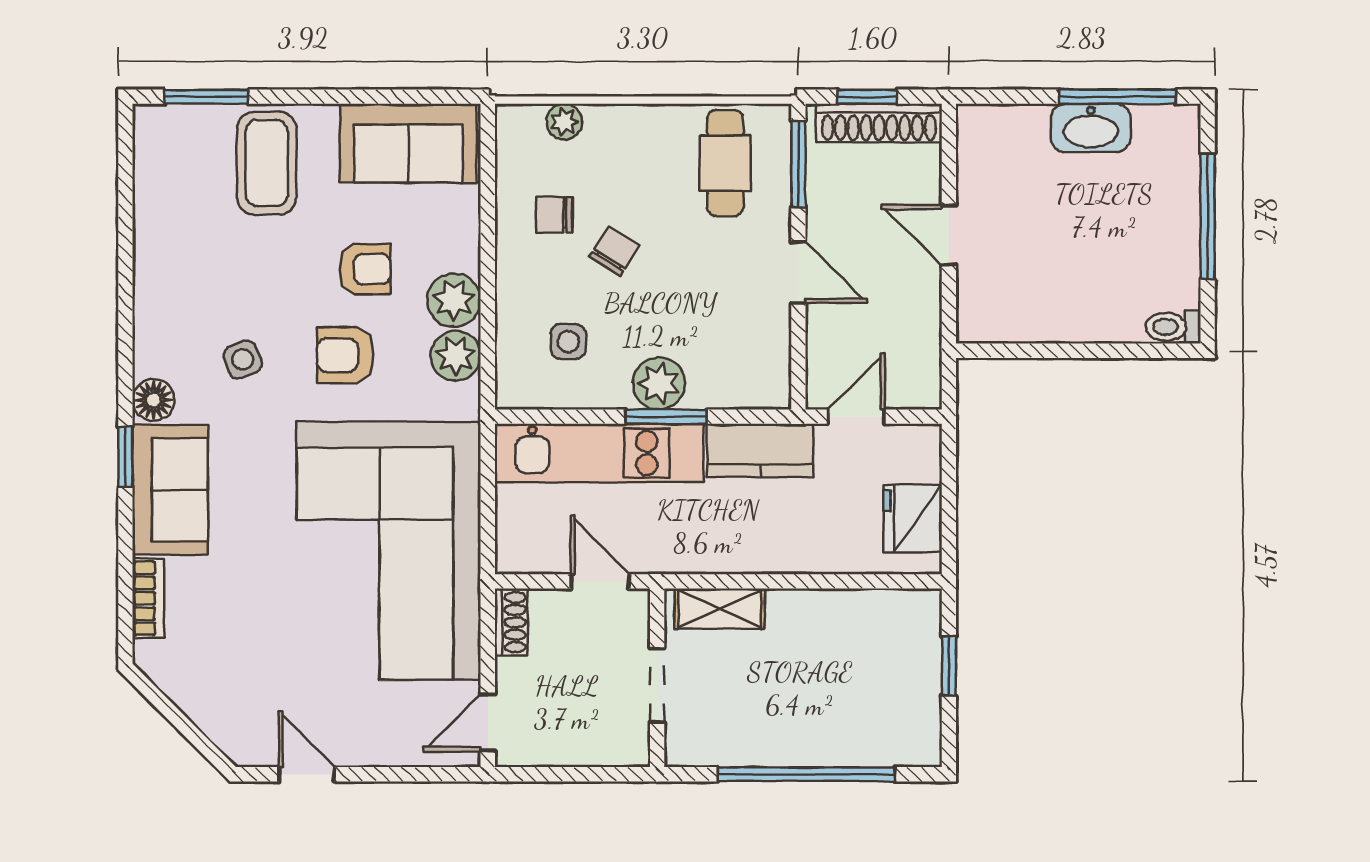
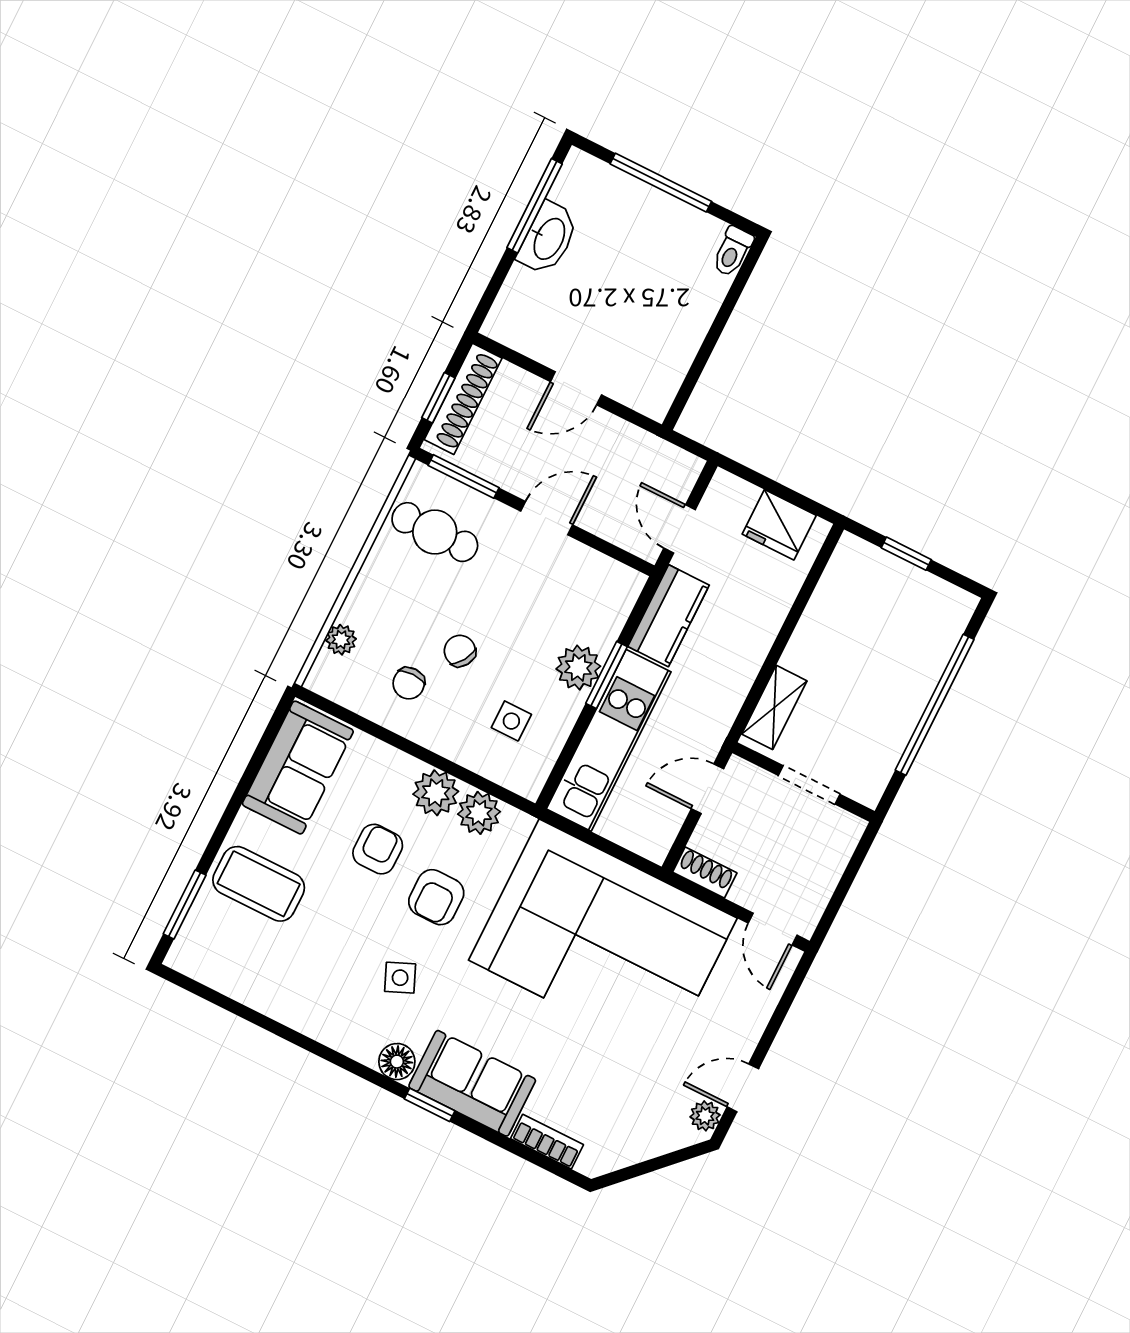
plant: (258, 750) -> (705, 1116), added

